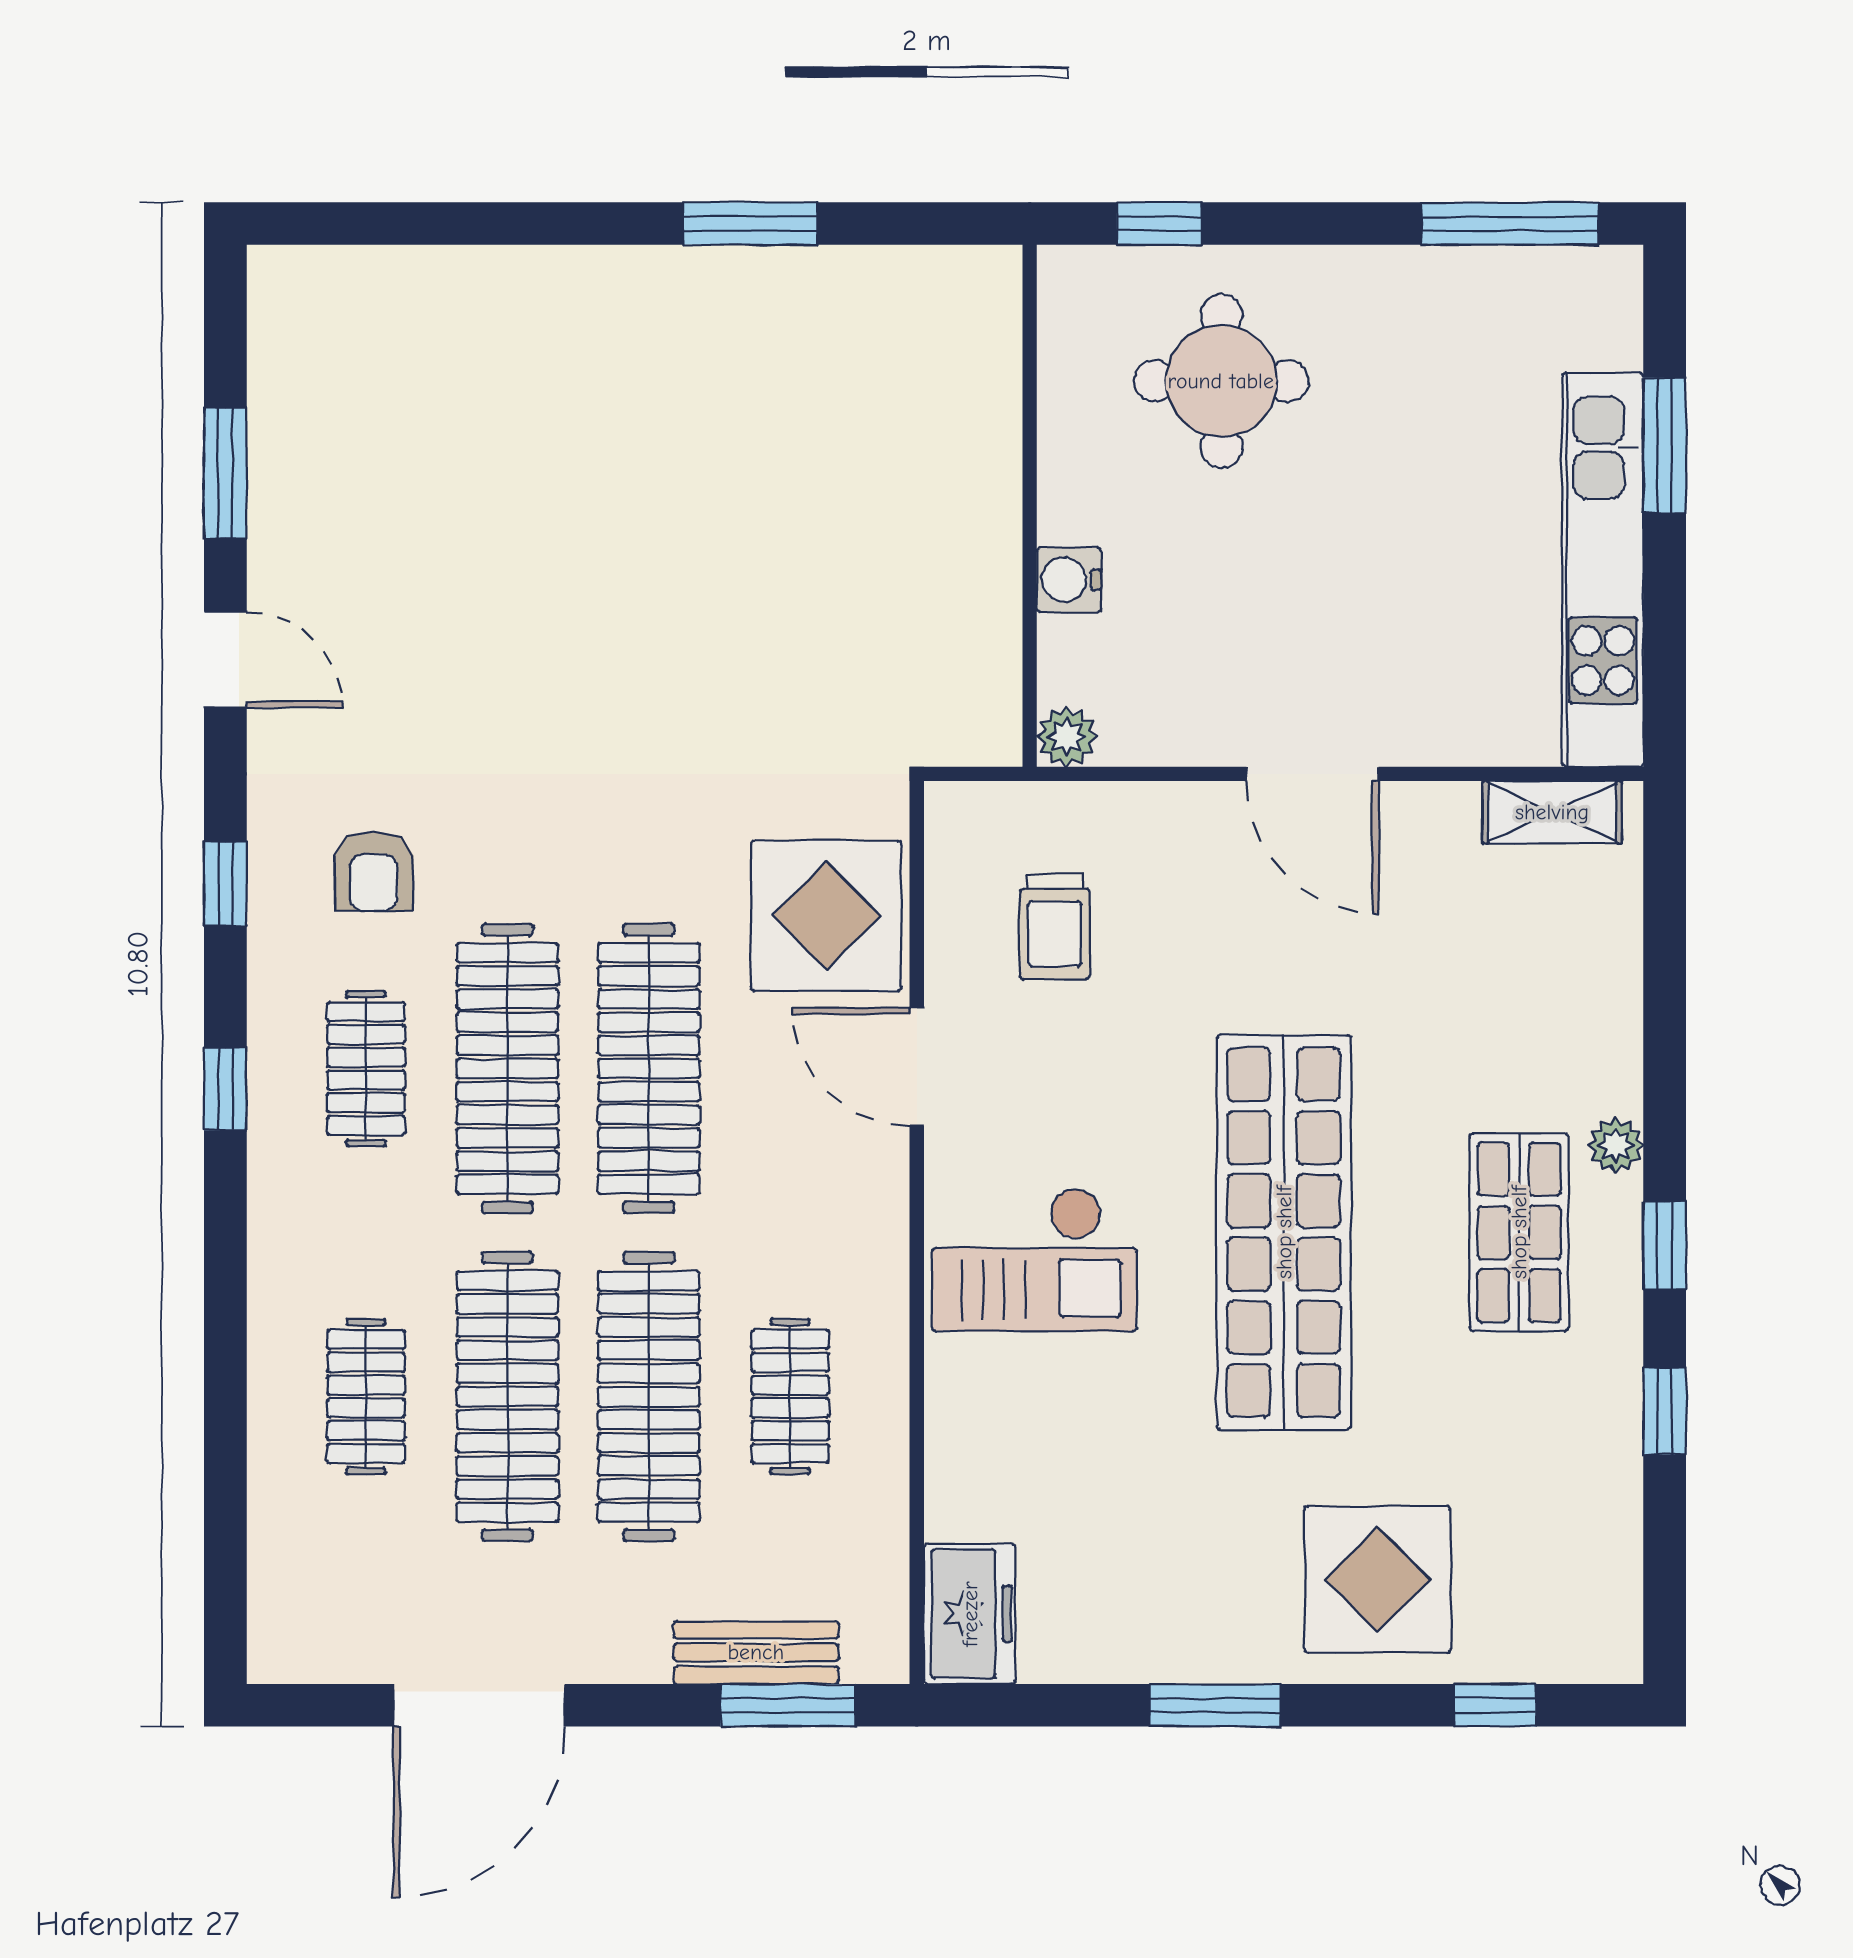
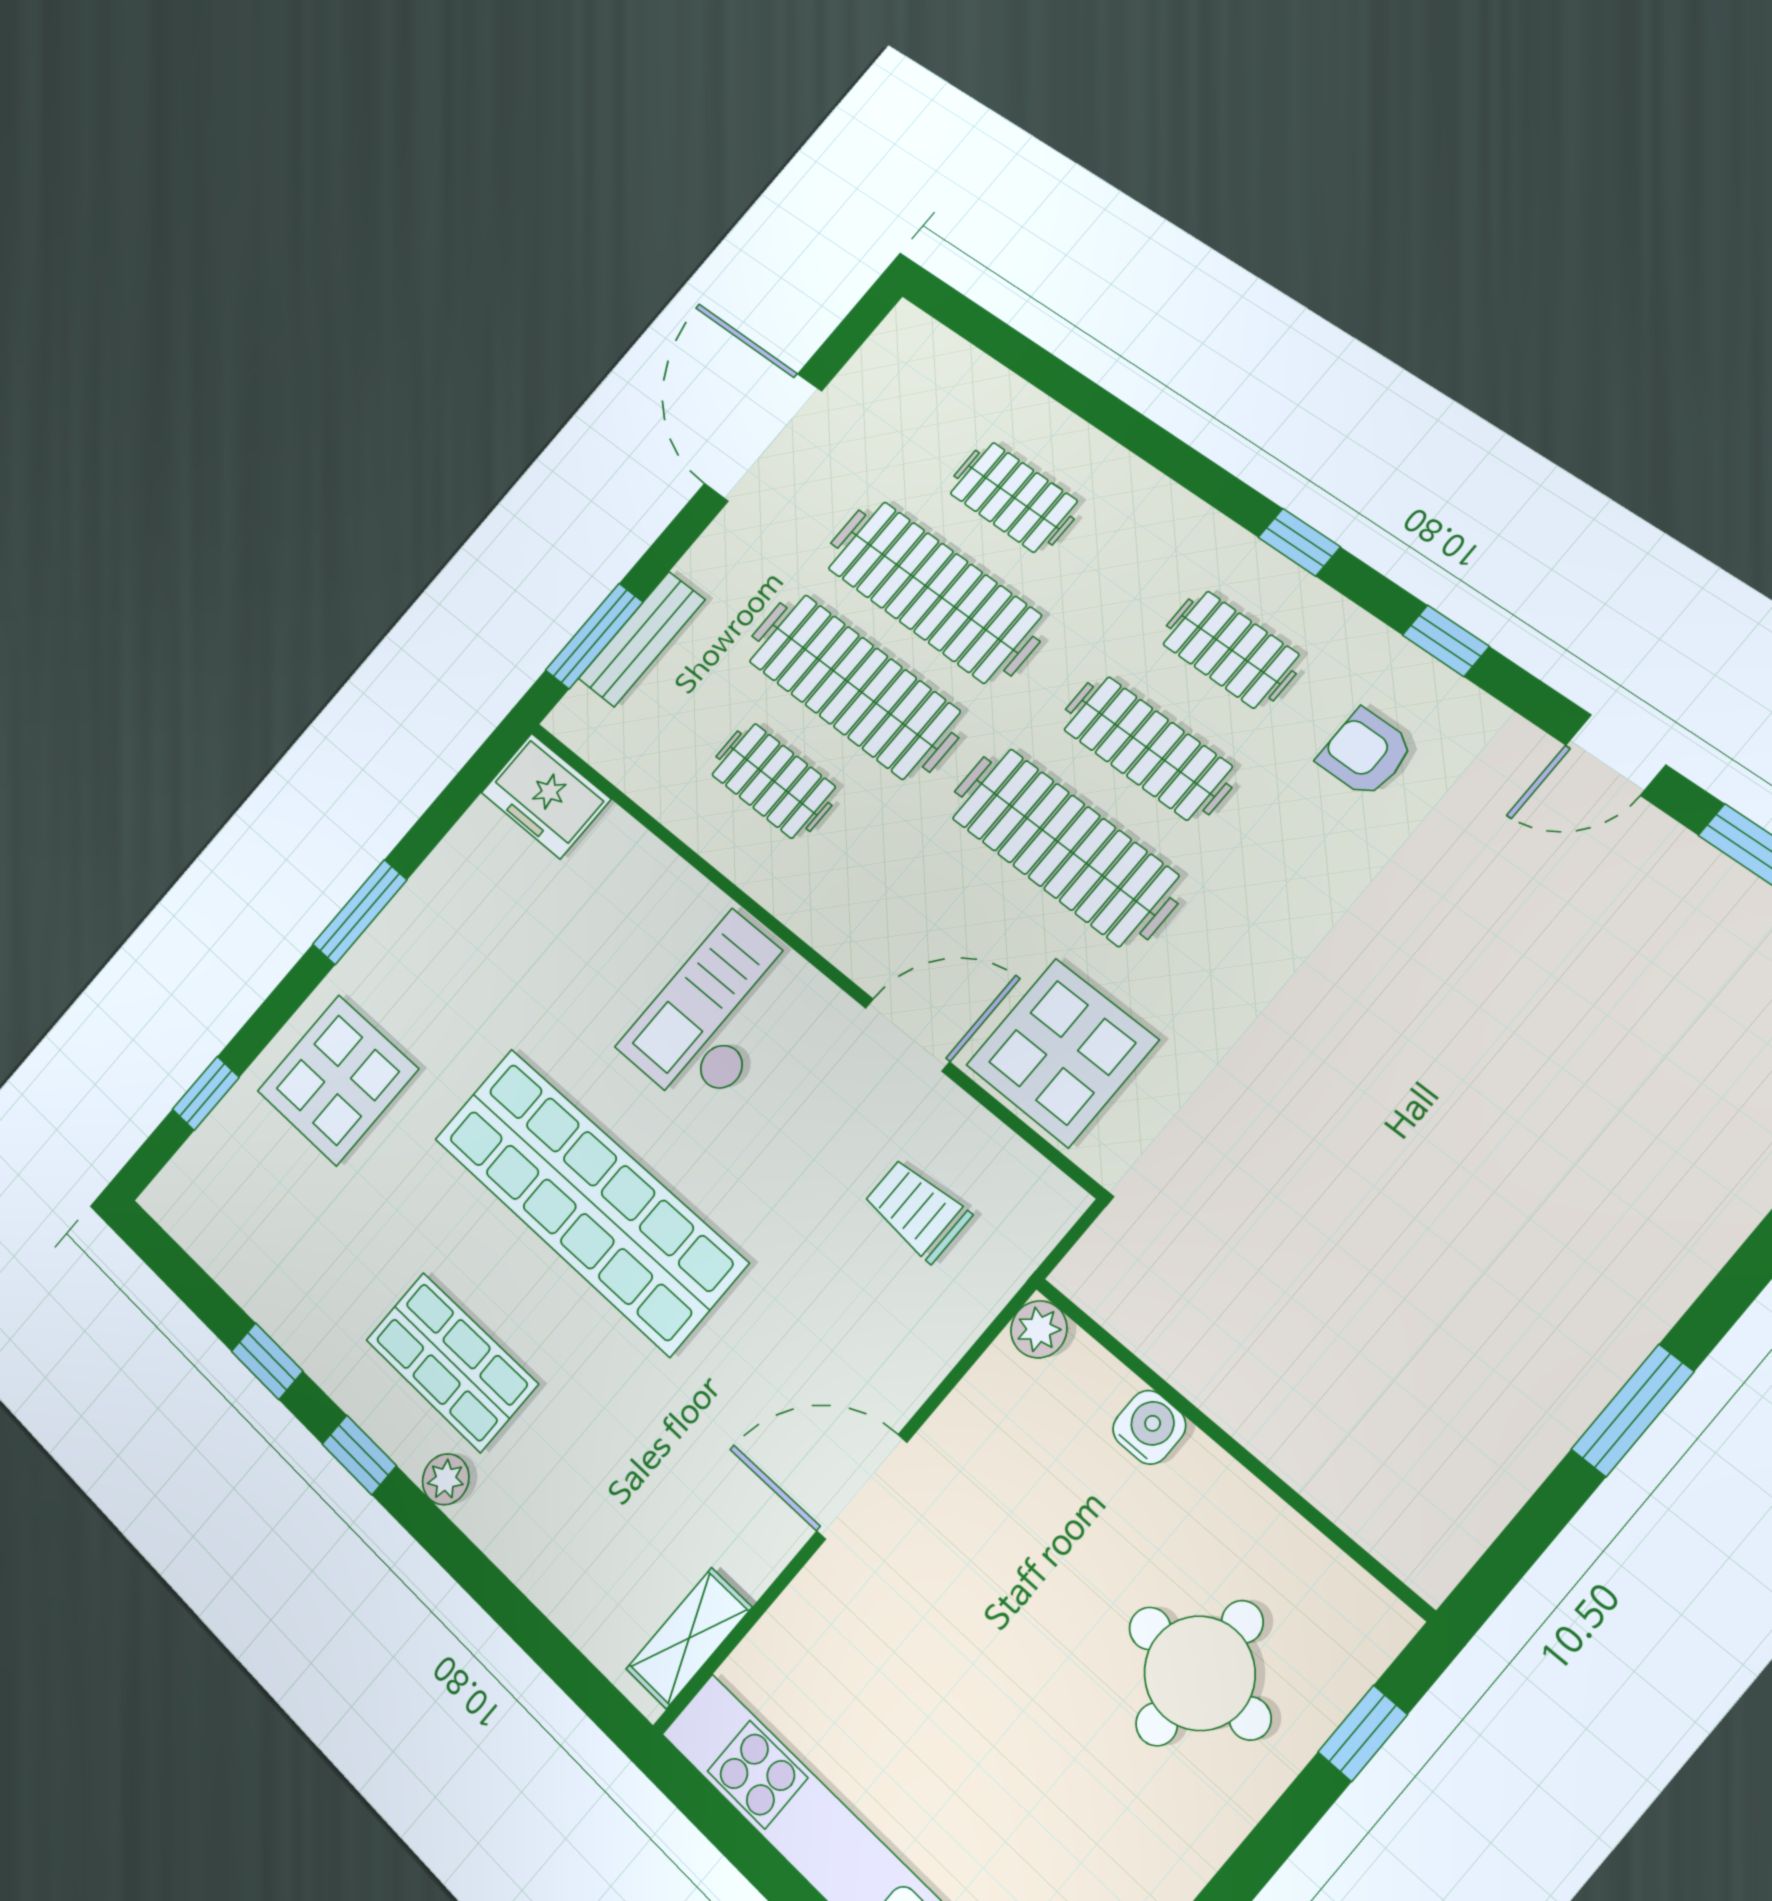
clothes rail: (507, 1068) -> (1148, 748), width x0.73, depth x0.76

